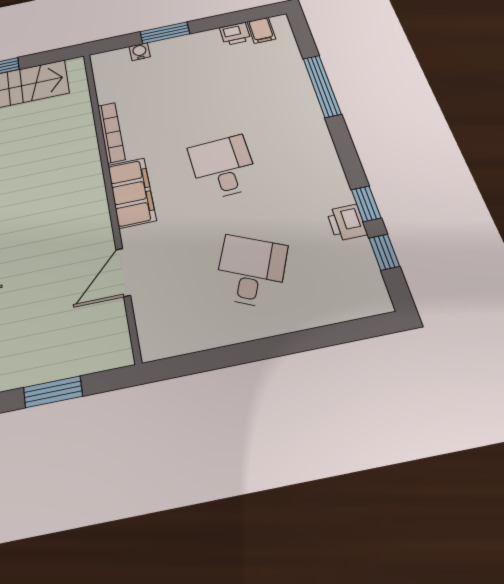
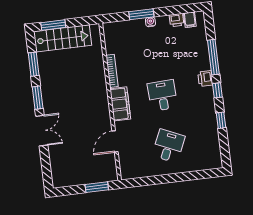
water cooler: (140, 52) -> (150, 22), moved
printer: (347, 222) -> (205, 79), moved
window: (384, 252) -> (217, 90), moved
window: (53, 392) -> (97, 187), moved

